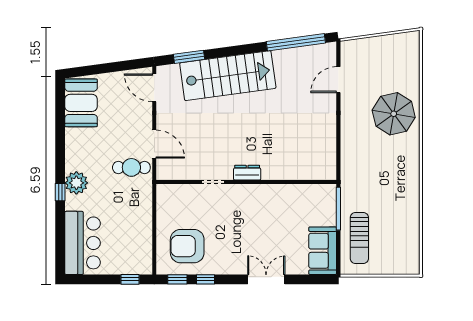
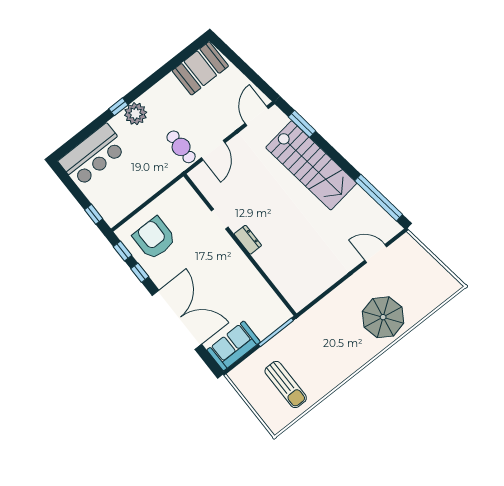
sun lounger: (359, 238) -> (286, 384), moved, turned -90
double door: (266, 279) -> (177, 320), width x1.87

